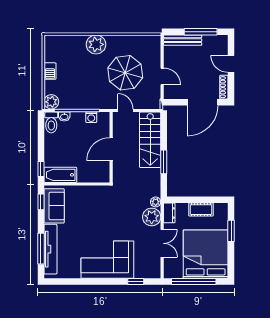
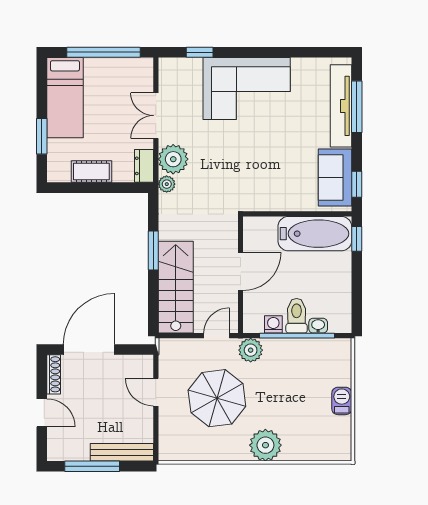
plant: (51, 102) -> (251, 350), moved
door: (125, 111) -> (217, 336), swing flipped
toilet: (51, 123) -> (297, 316), moved
bathtub: (60, 175) -> (315, 234), width x1.36, depth x1.36
bed: (206, 254) -> (65, 98), width x0.49

